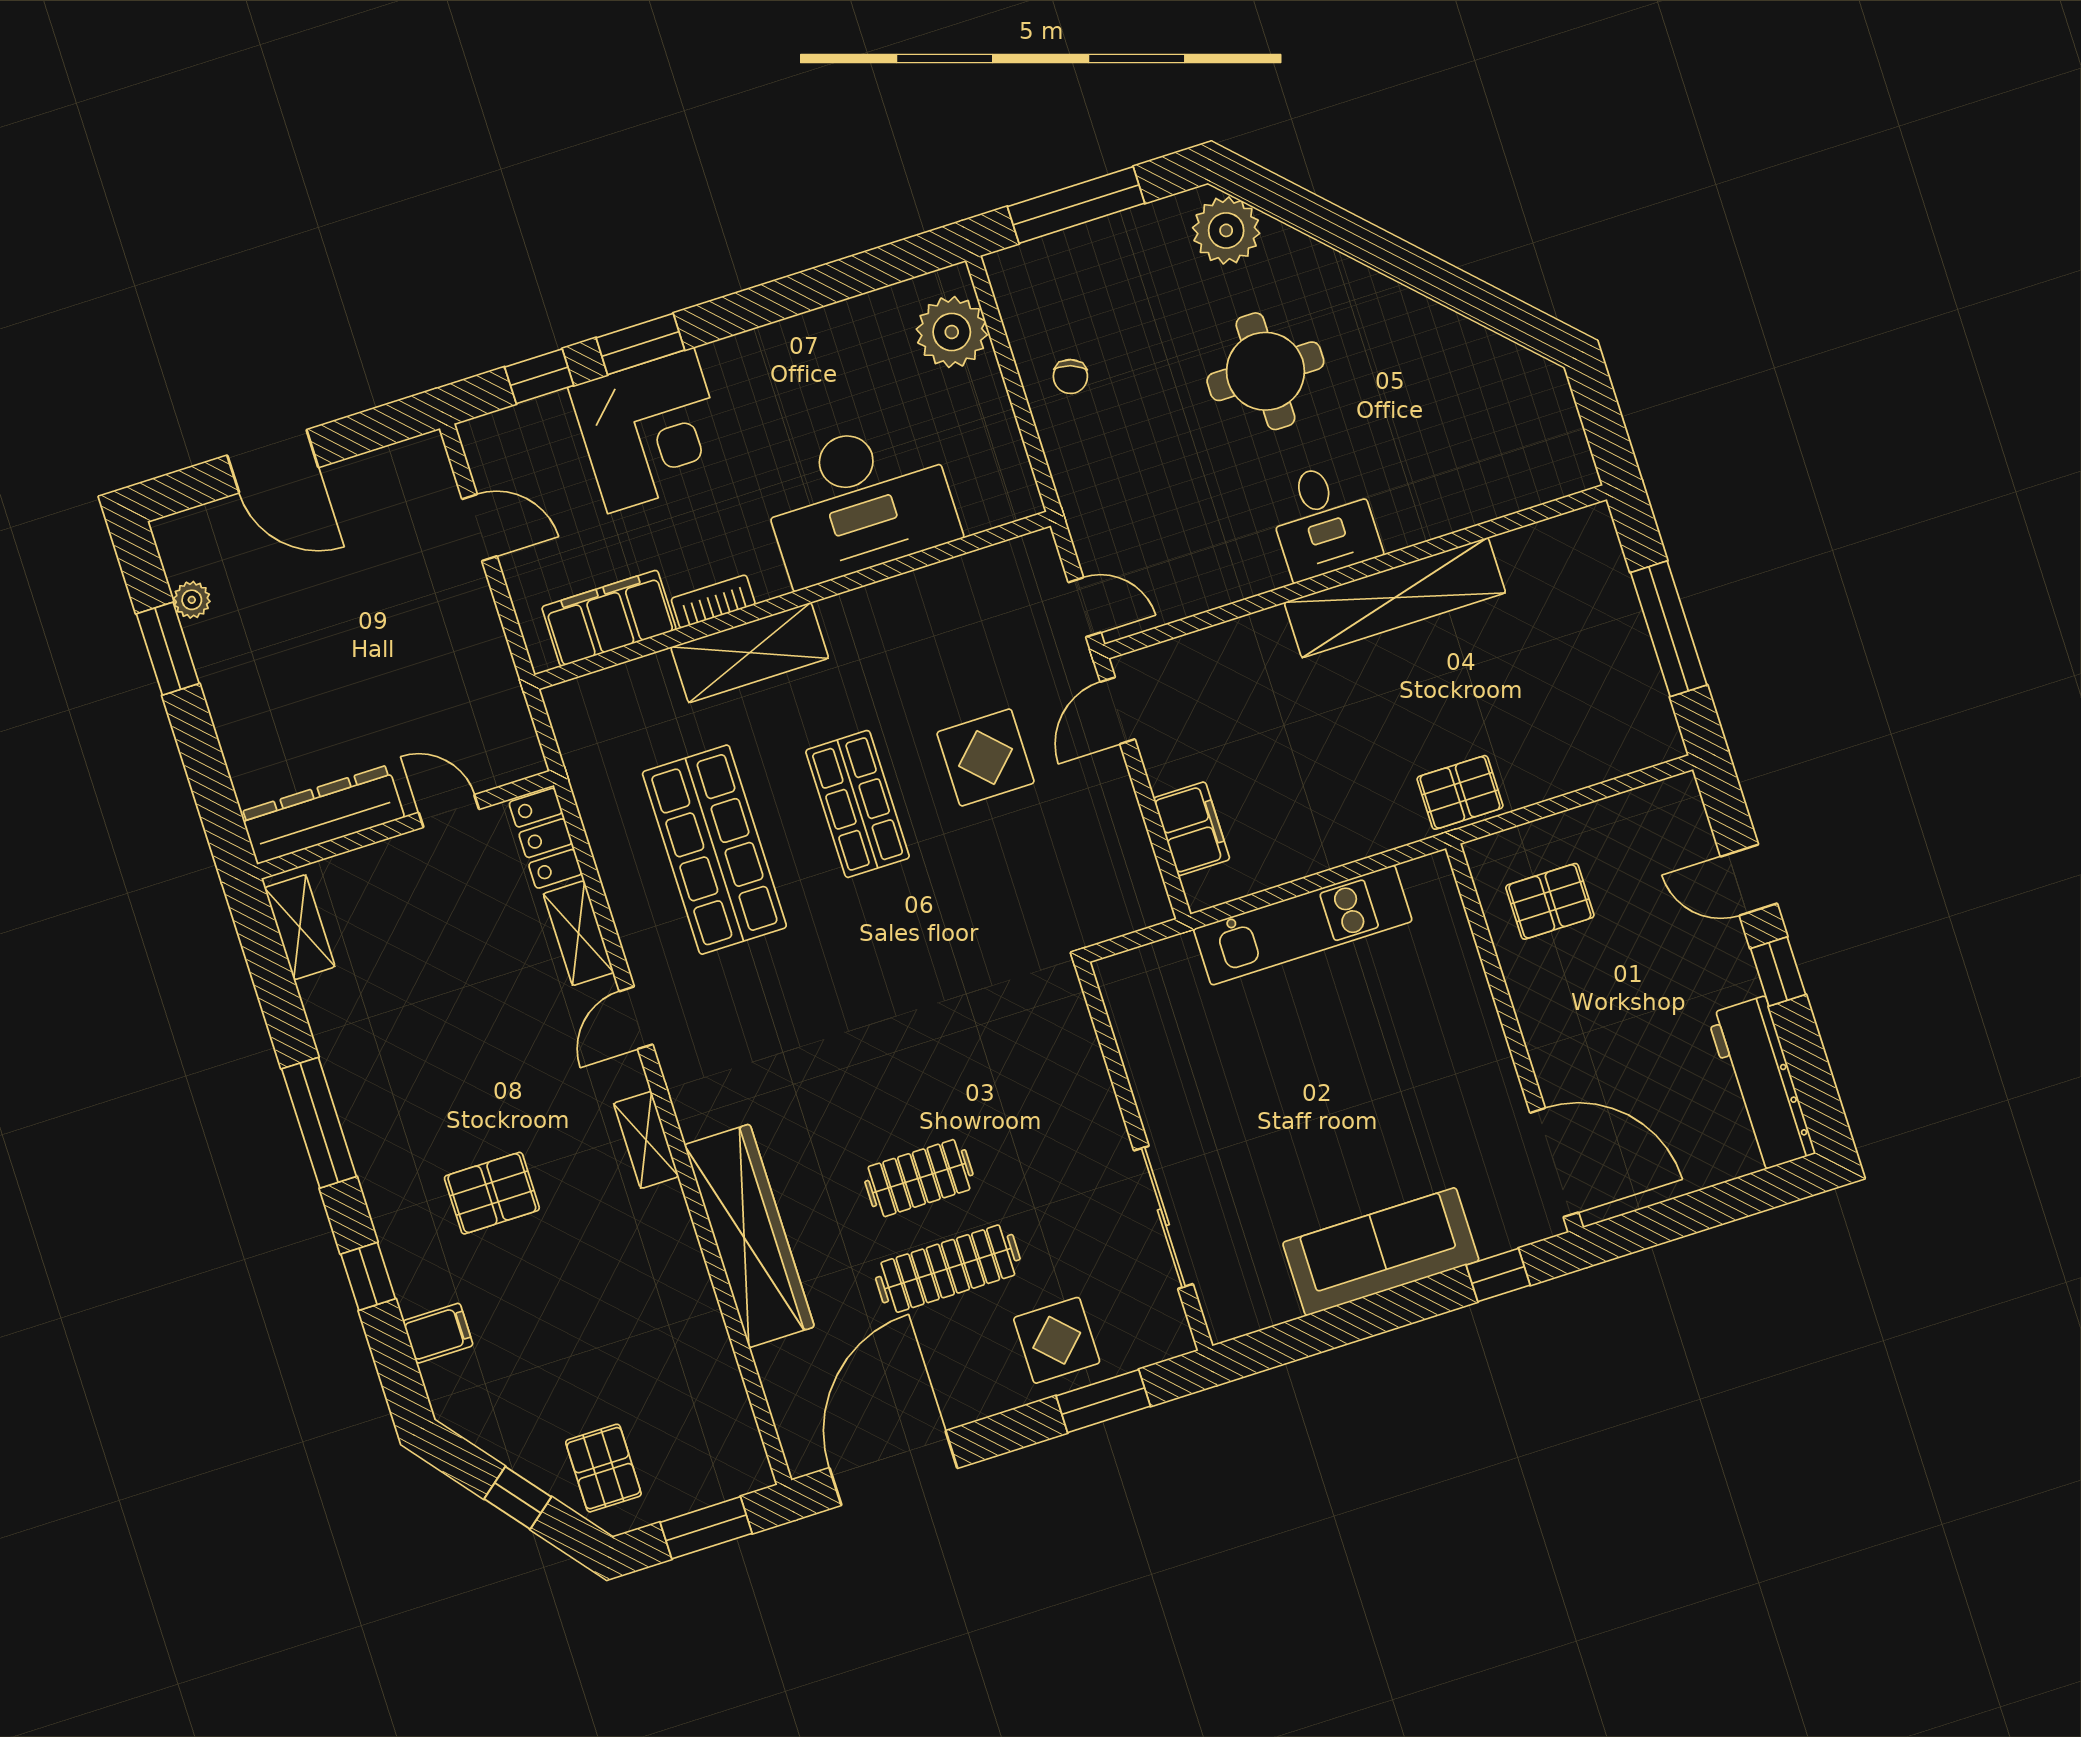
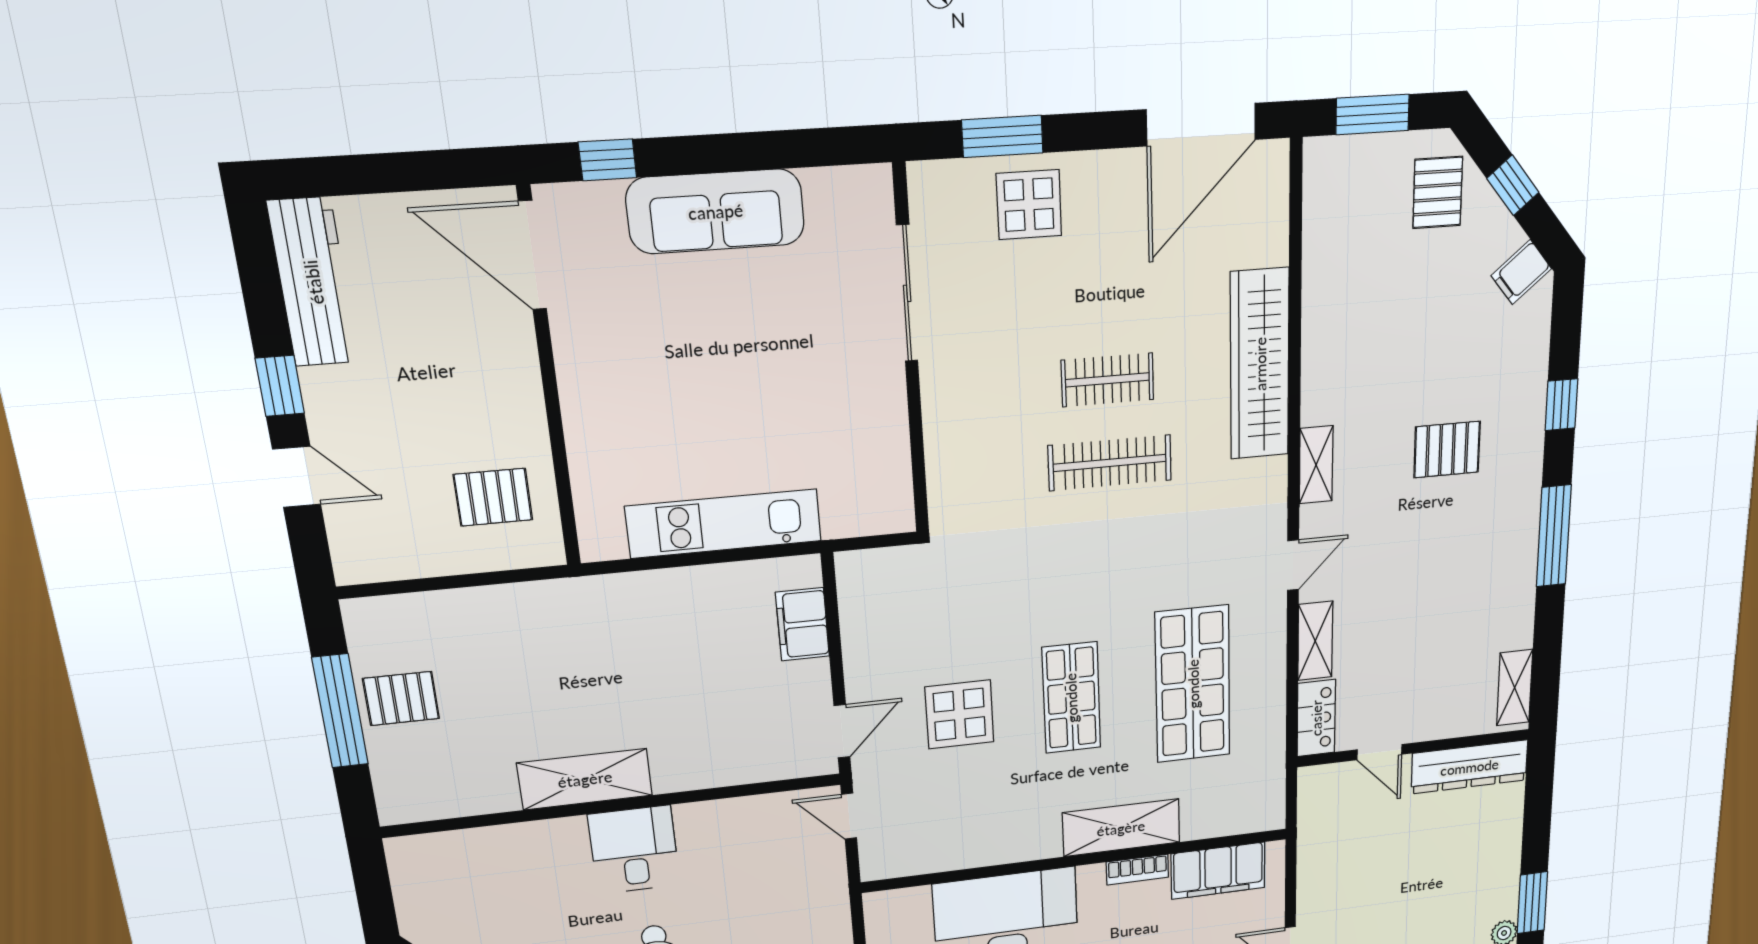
shelving: (1395, 598) -> (585, 779), width x0.68
pallet: (1460, 792) -> (401, 699), moved
clothes rail: (948, 1269) -> (1110, 463), moved
filing cabinet: (438, 1333) -> (1521, 272), moved, turned -39

